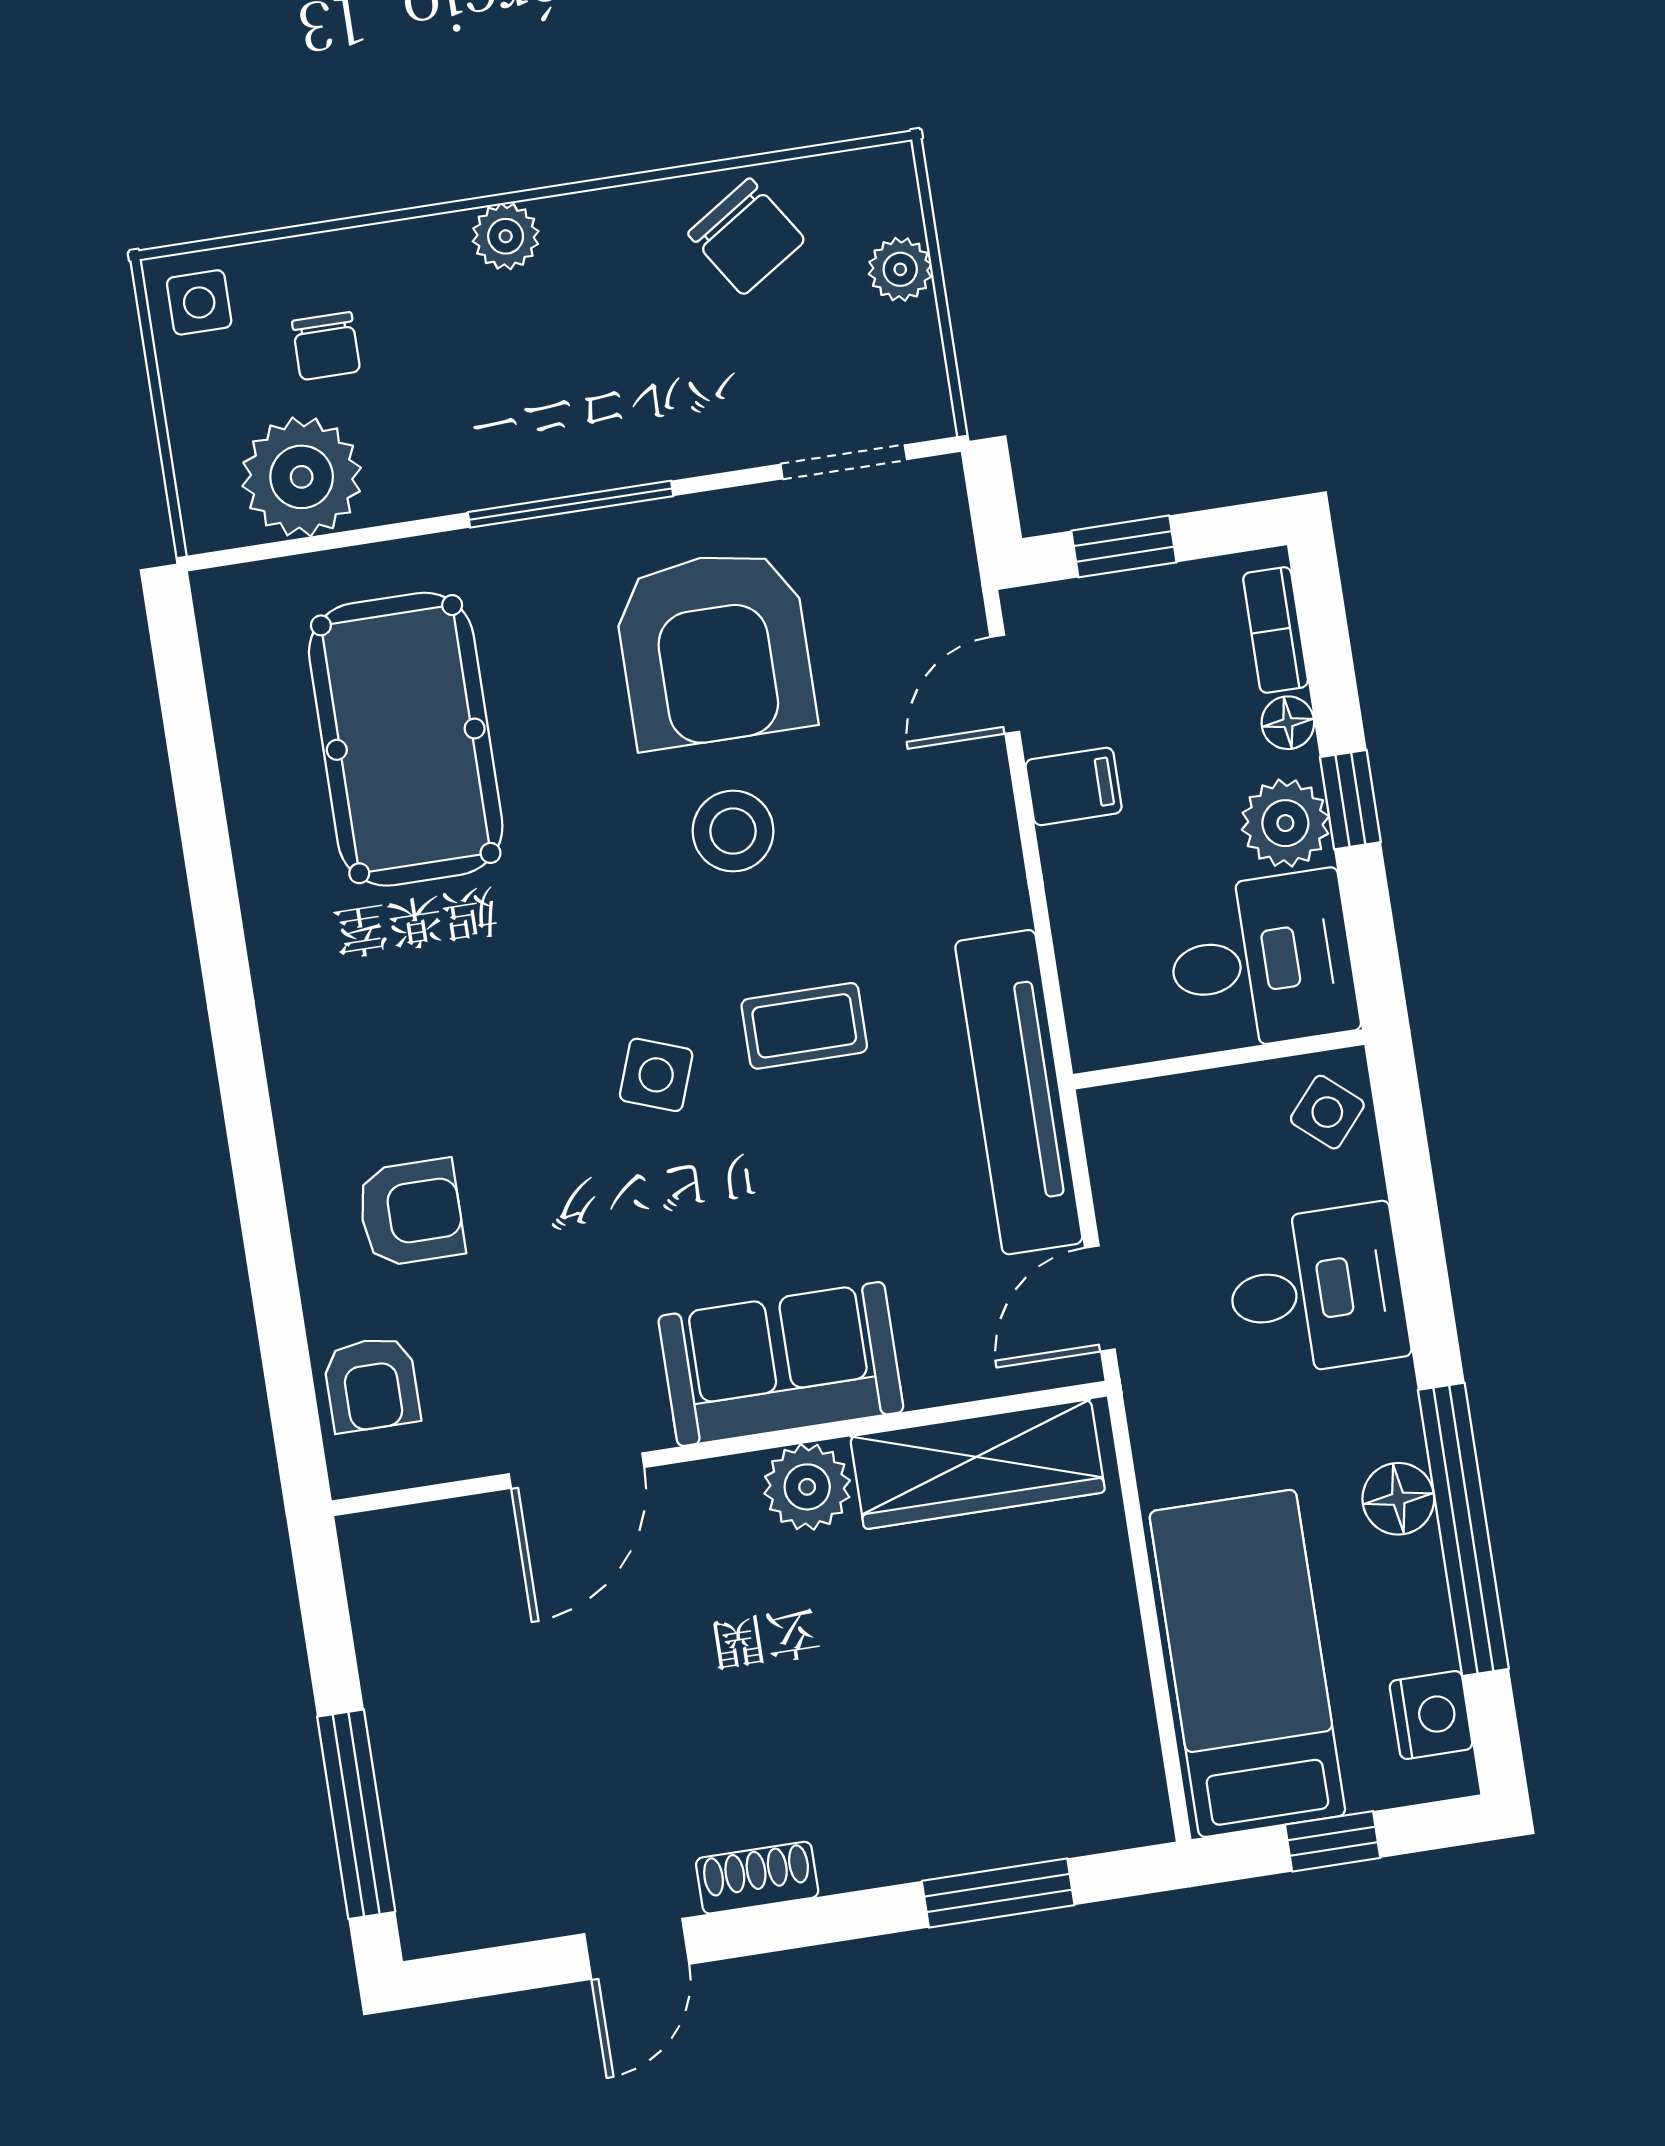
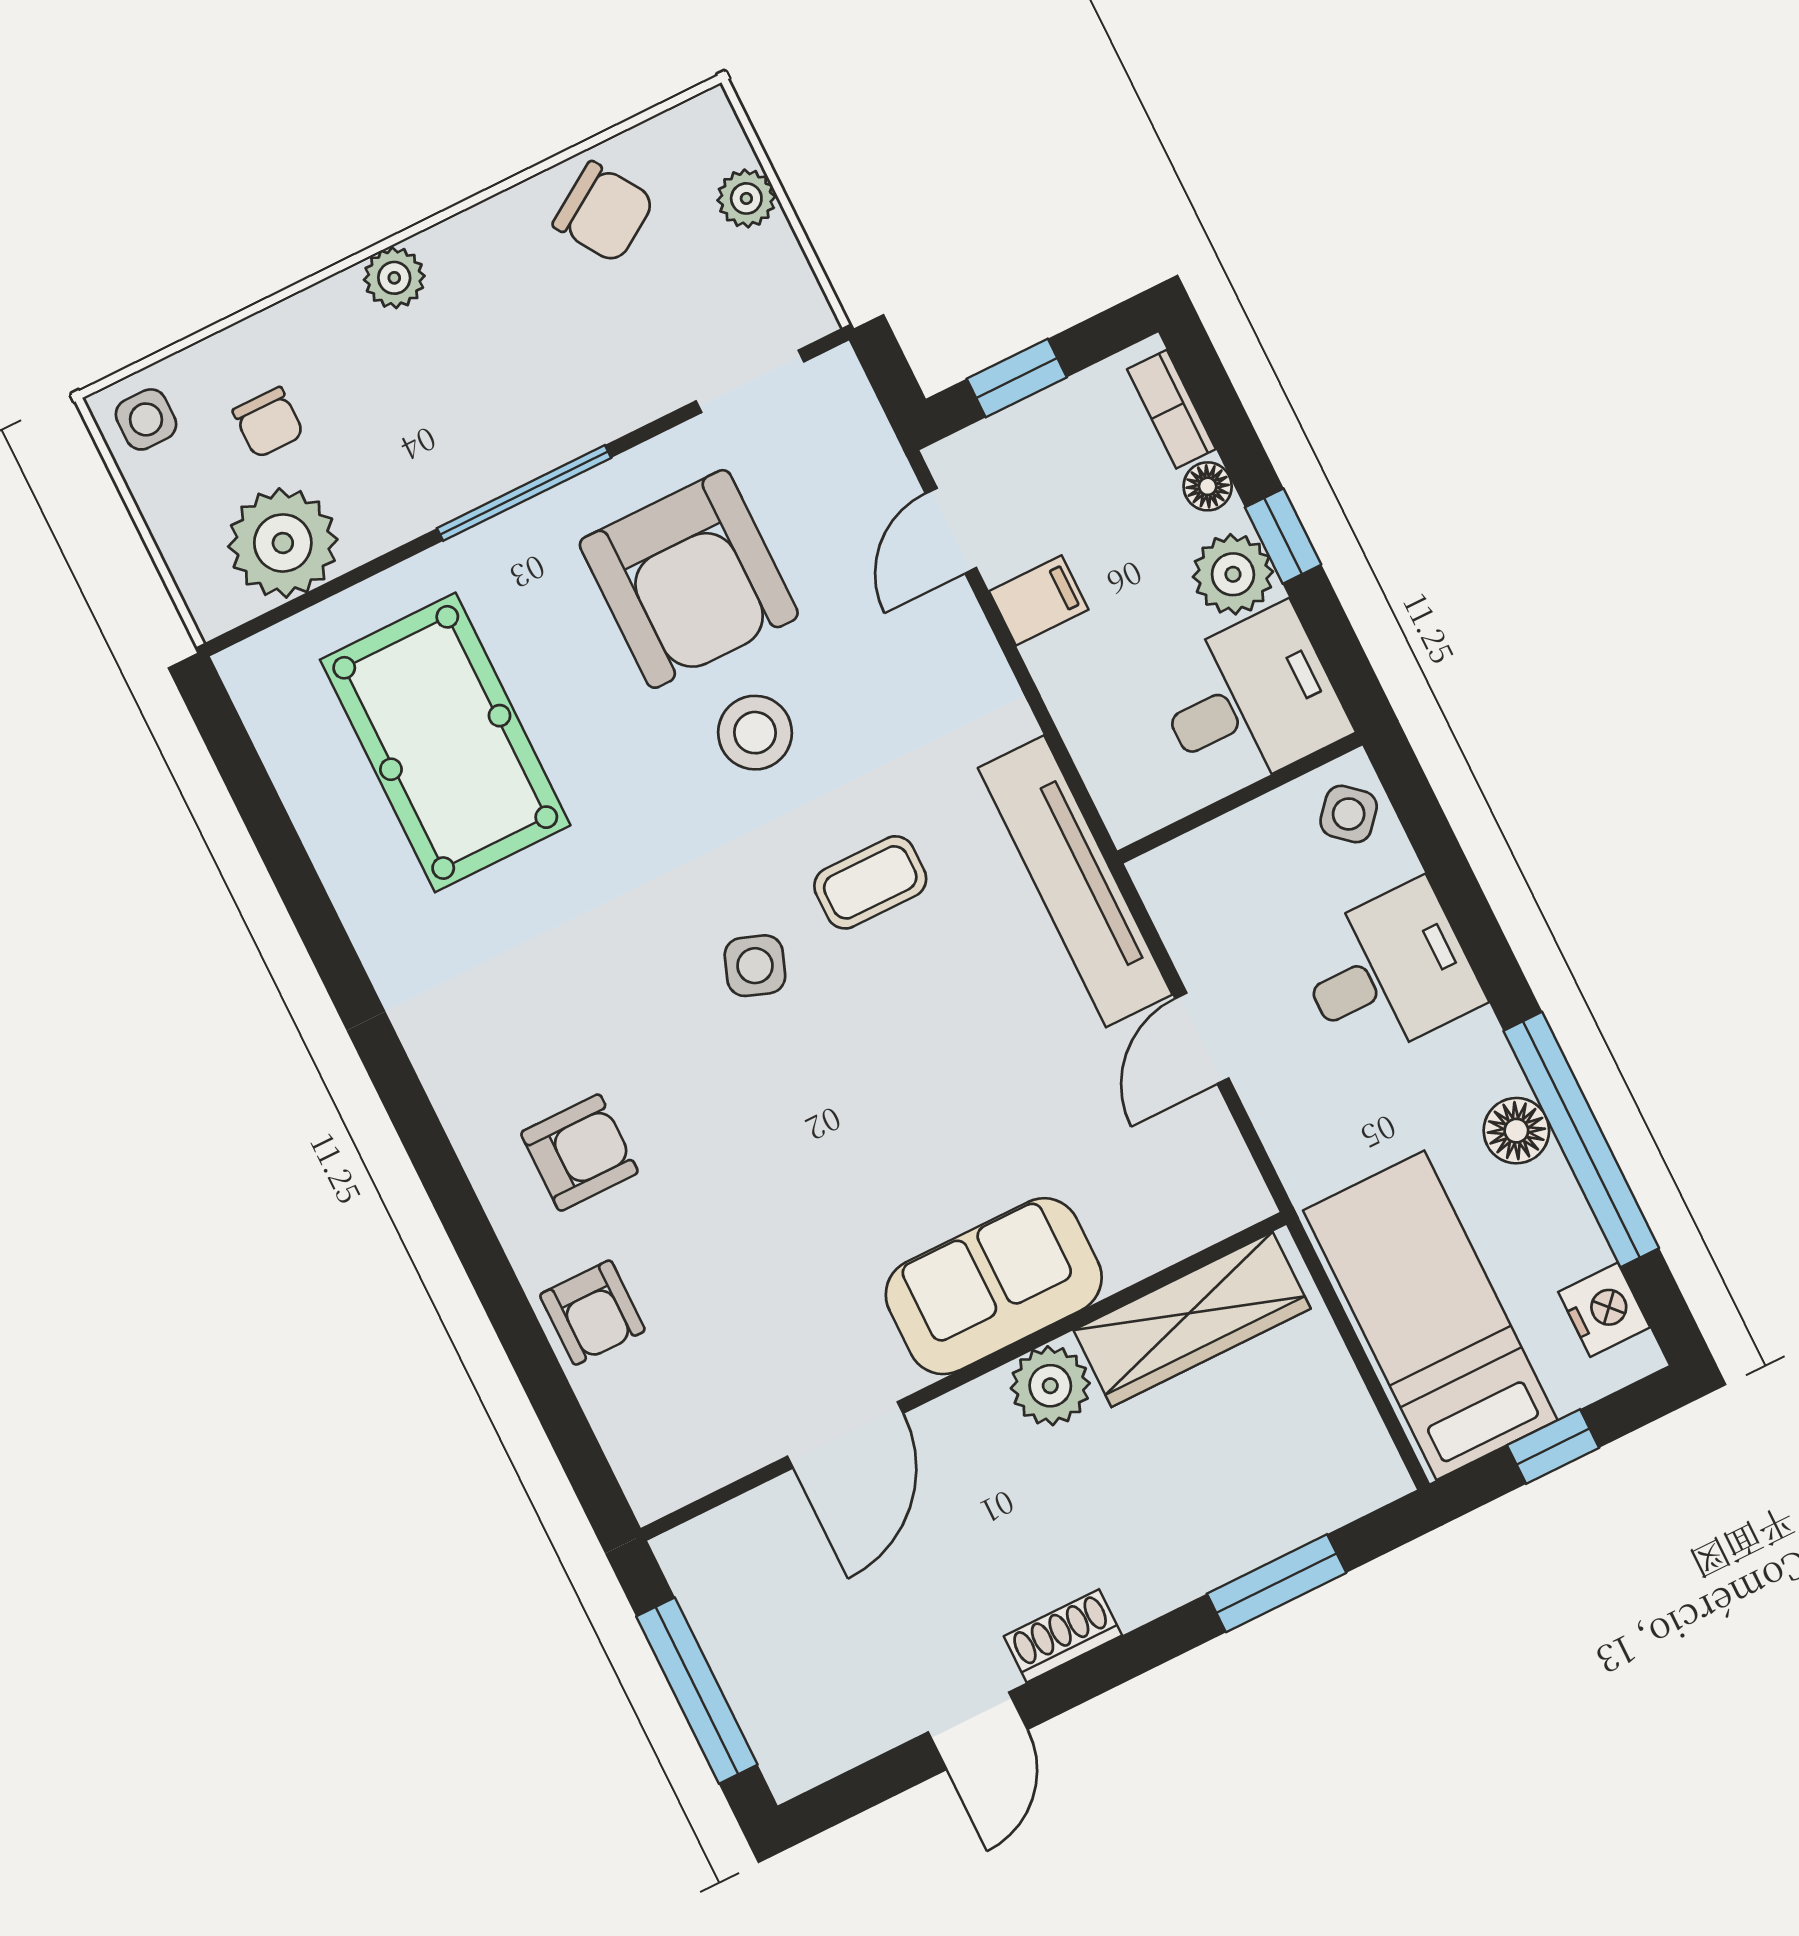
sofa: (781, 1364) -> (994, 1286), moved
wall: (719, 1449) -> (963, 1376), moved
wardrobe: (977, 1464) -> (1192, 1319), moved
door: (577, 1471) -> (845, 1435), moved
plant: (807, 1487) -> (1050, 1386), moved

